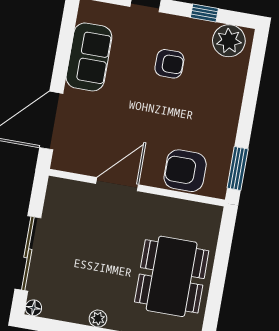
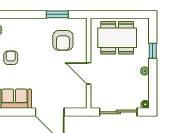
door: (117, 184) -> (89, 73), moved
wall: (137, 188) -> (89, 63), moved

